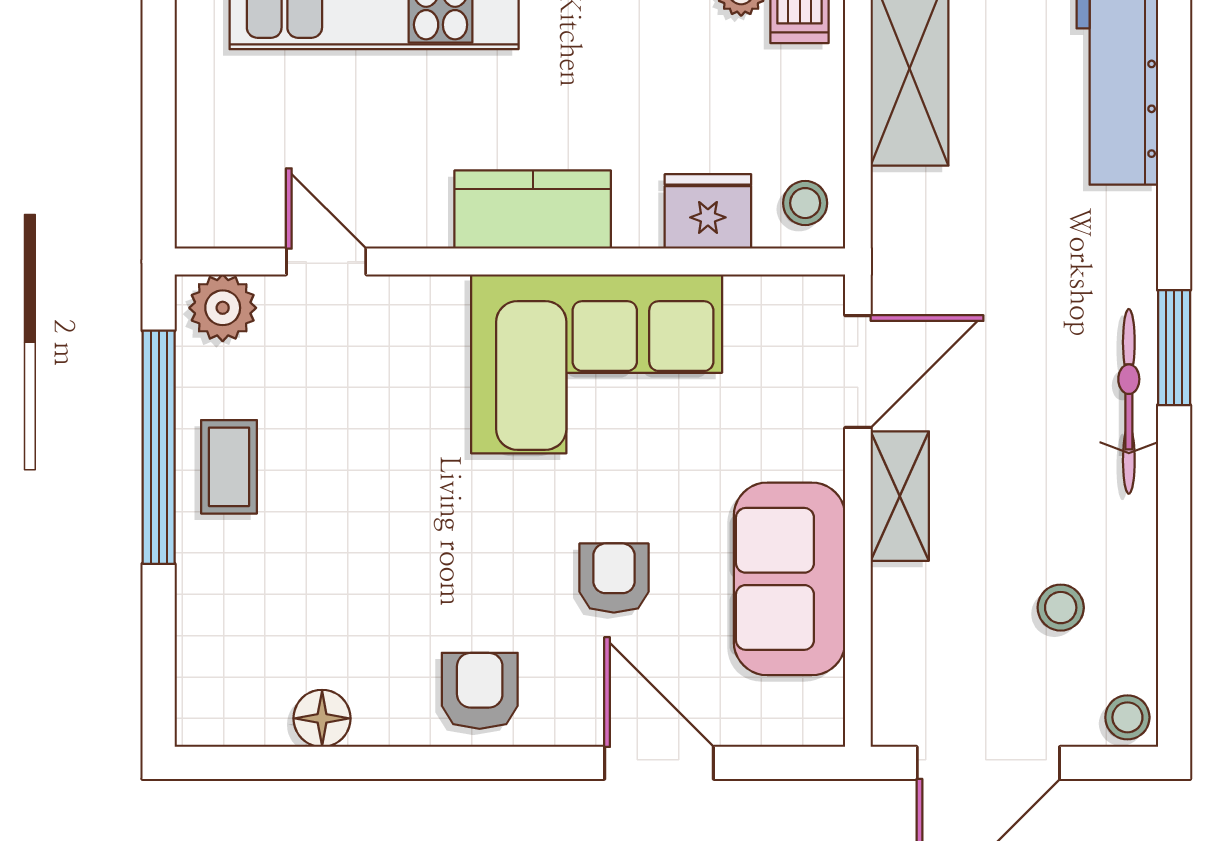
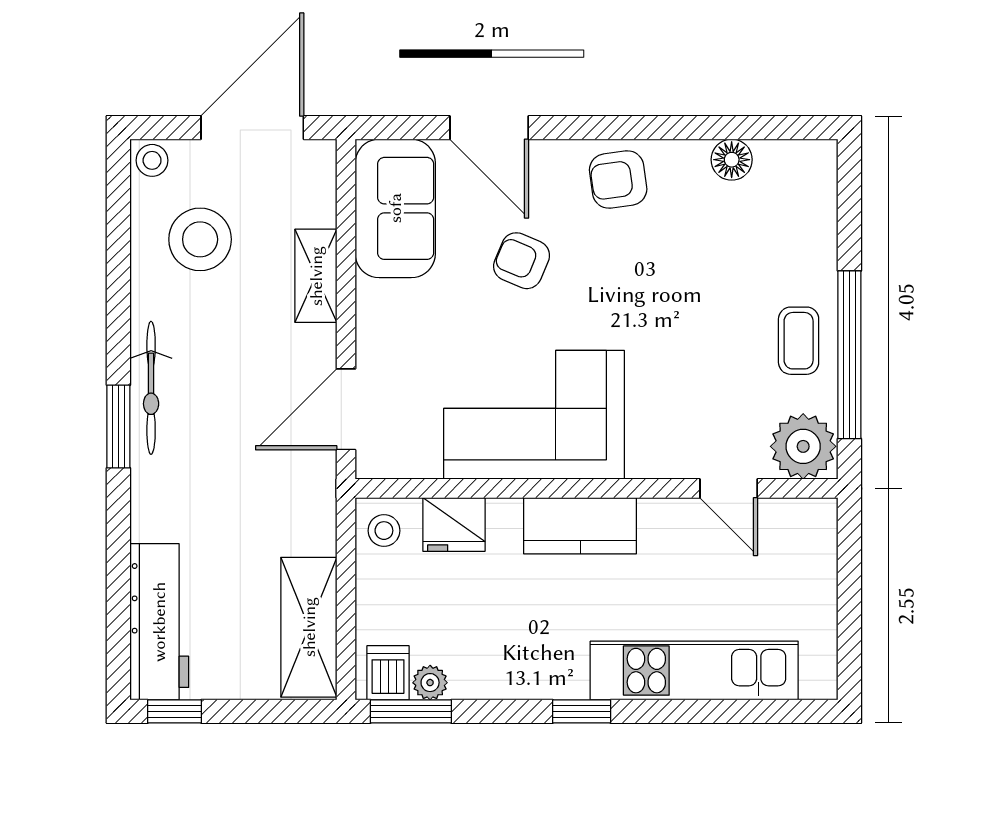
plant: (223, 308) -> (803, 446), width x1.36, depth x1.36
shelving: (900, 496) -> (316, 276), moved
armchair: (614, 578) -> (522, 261), turned 113
sofa: (789, 579) -> (395, 208), moved
stool: (1061, 608) -> (200, 239), width x1.89, depth x1.89
armchair: (480, 691) -> (618, 179), turned 82

